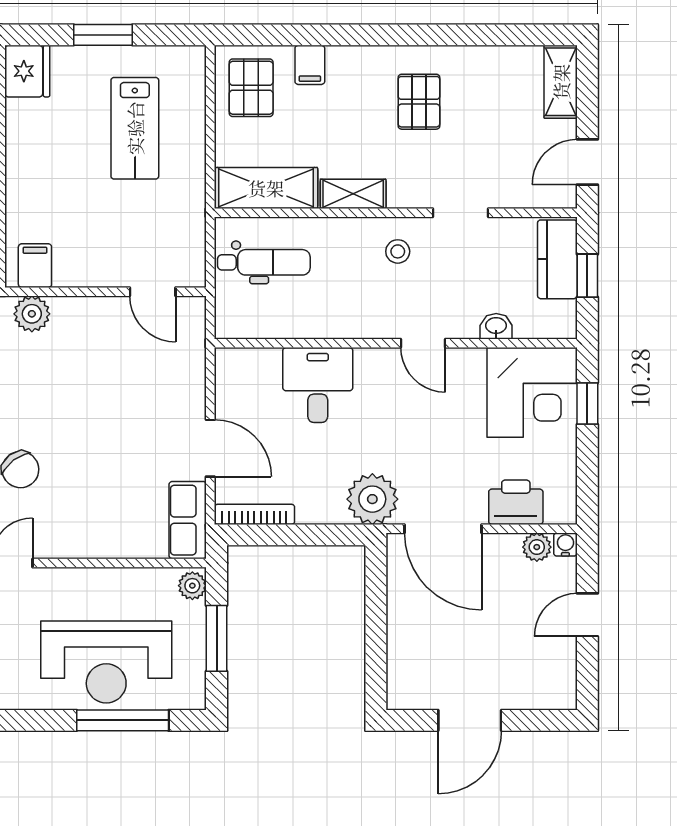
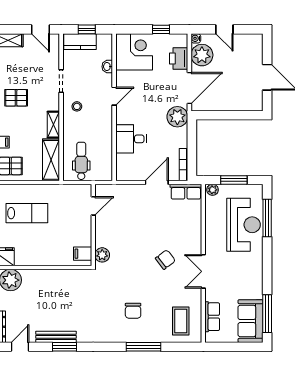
window: (587, 404) -> (161, 29), moved
plant: (537, 547) -> (202, 55), width x1.88, depth x1.88

